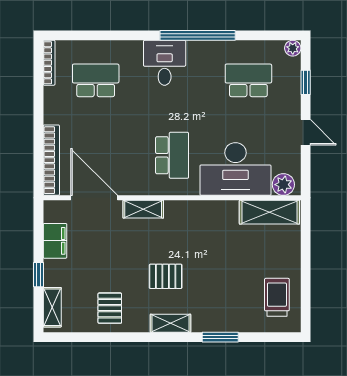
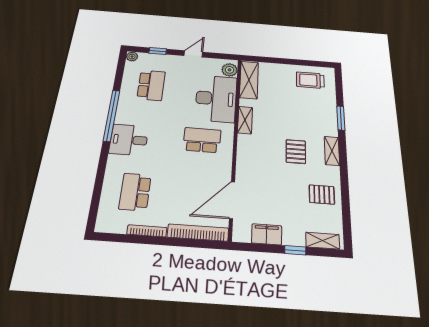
bookcase: (49, 63) -> (147, 231), moved
school desk: (248, 80) -> (151, 85), turned 180
shelving: (143, 209) -> (245, 120), moved

